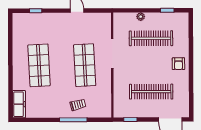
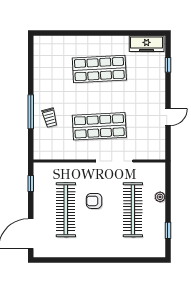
armchair: (178, 64) -> (94, 201), moved
freezer: (19, 104) -> (147, 44), moved

